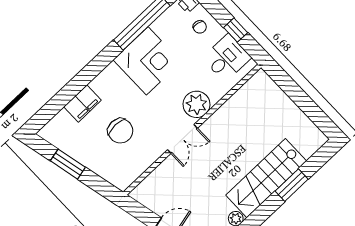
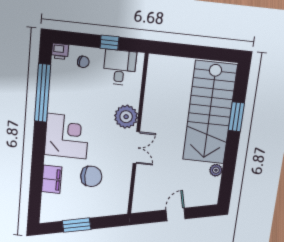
corner desk: (147, 61) -> (67, 136), moved
stairs: (266, 178) -> (210, 113), width x1.36, depth x1.51

